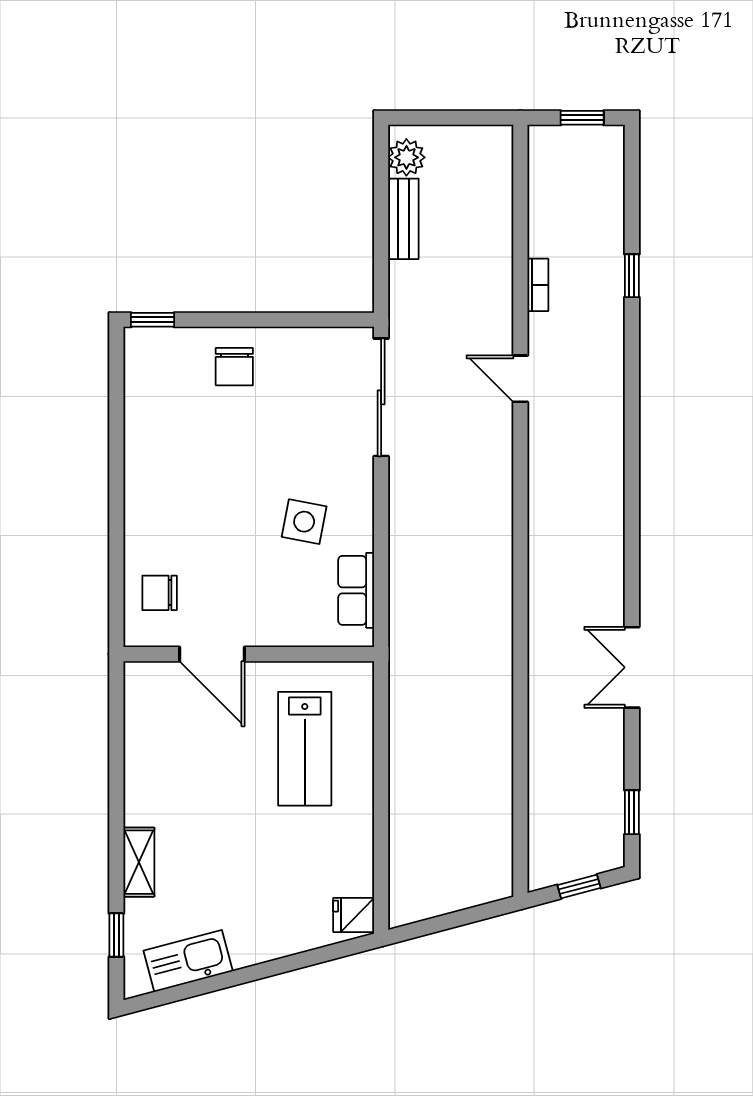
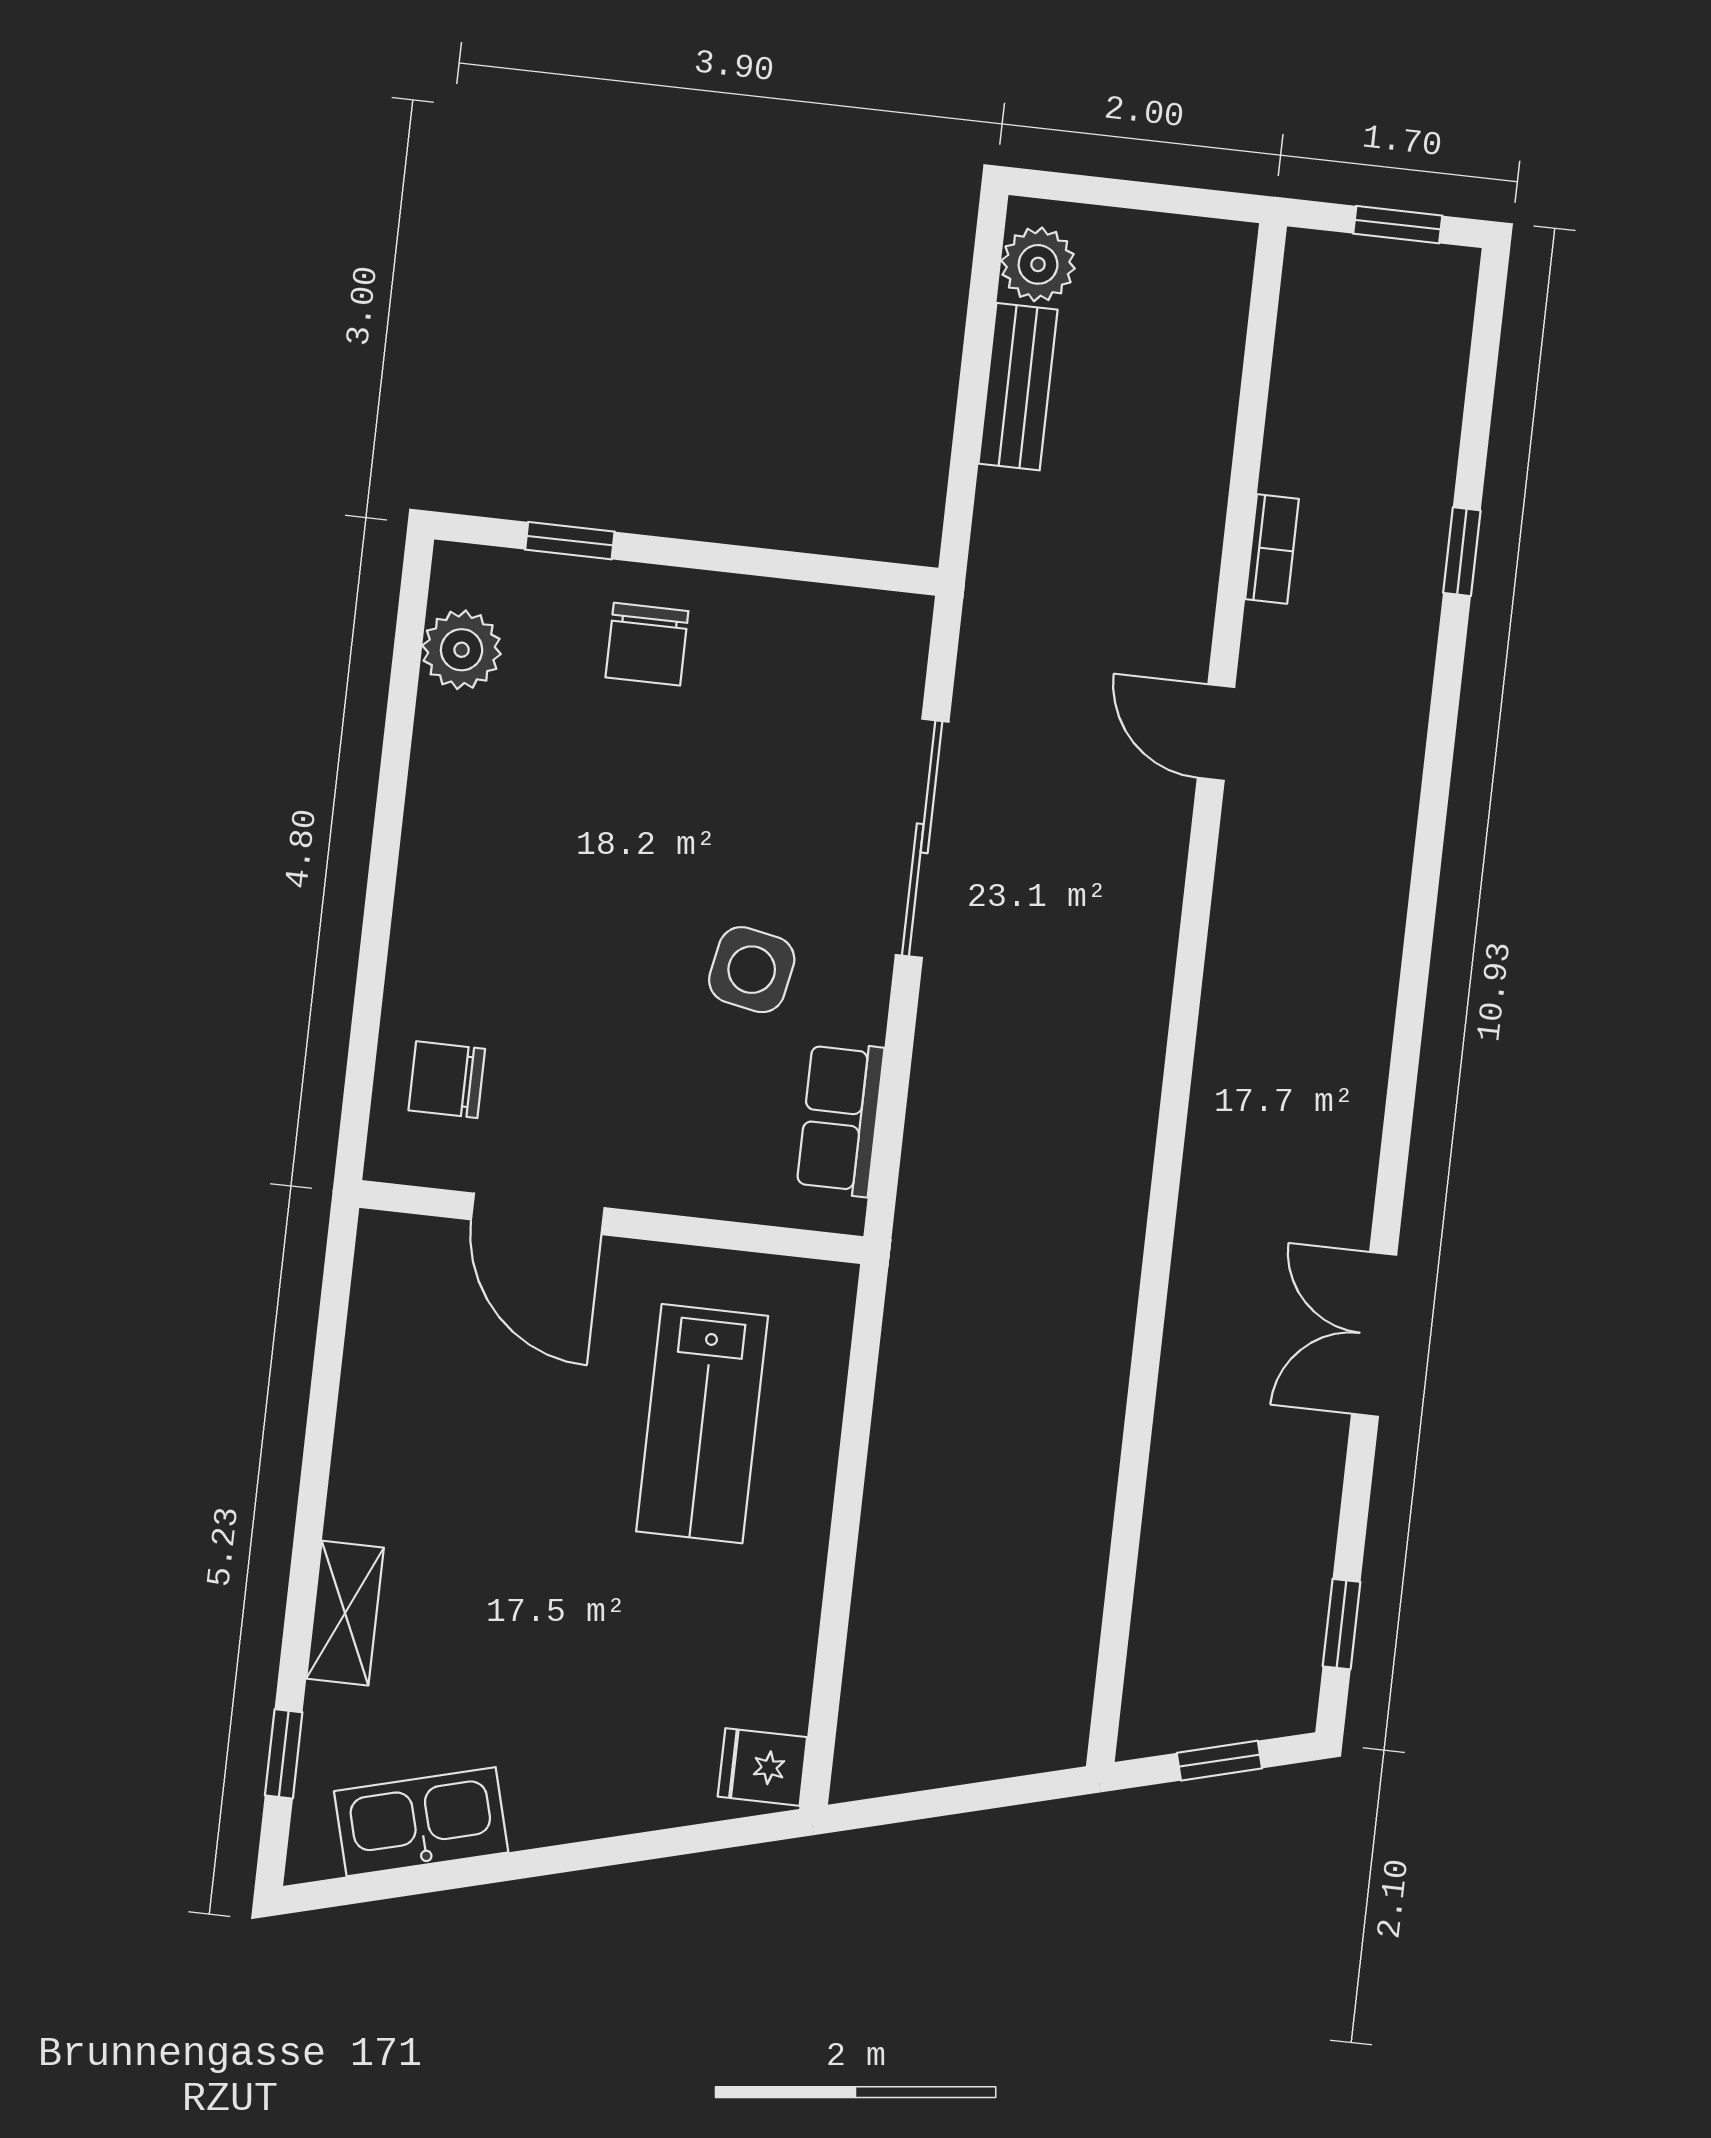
window: (153, 320) -> (570, 541), moved
plant: (143, 380) -> (462, 650), added
sliding door: (381, 397) -> (922, 838), moved

